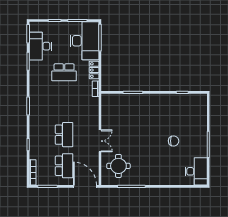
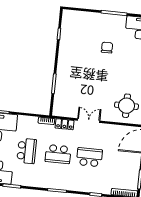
locker: (94, 70) -> (65, 124), moved
double door: (100, 141) -> (89, 121), moved
school desk: (64, 166) -> (58, 154), moved, turned 180

